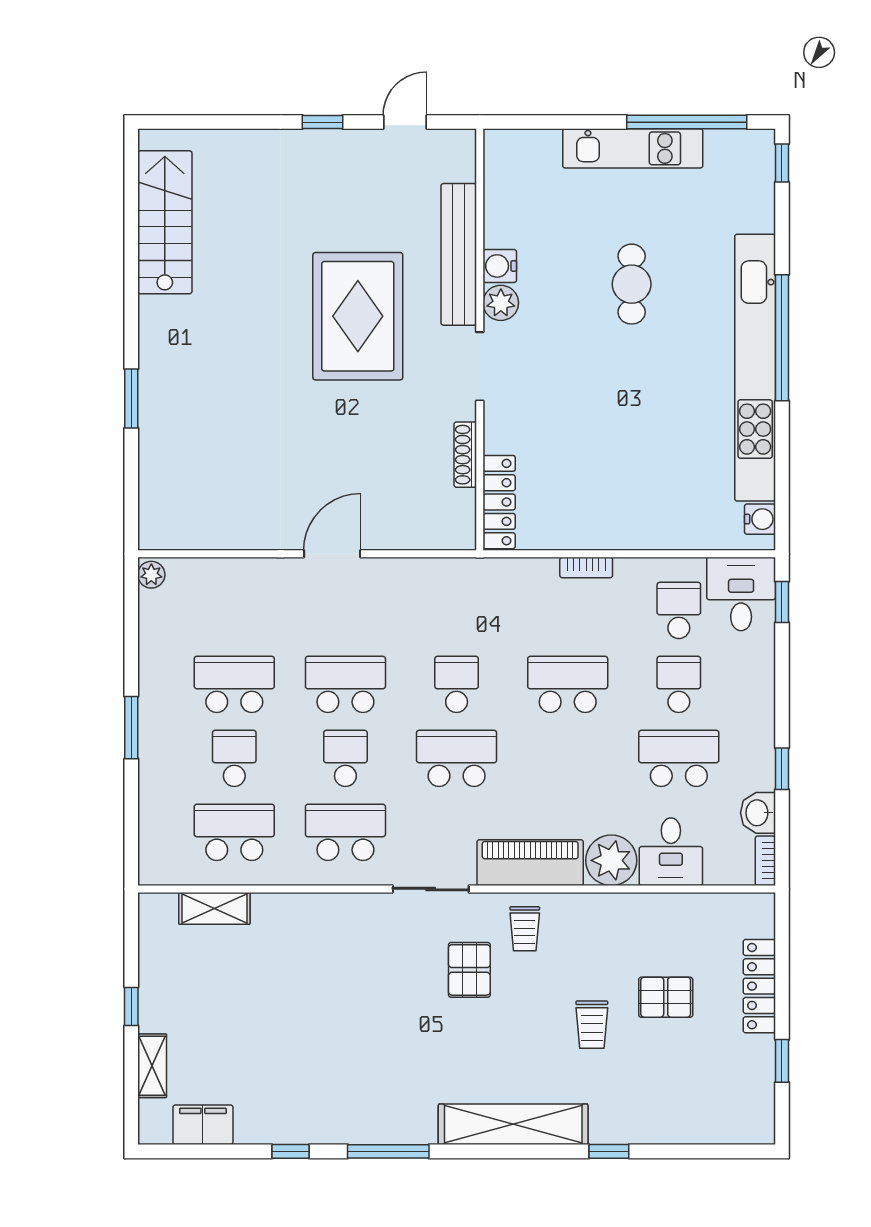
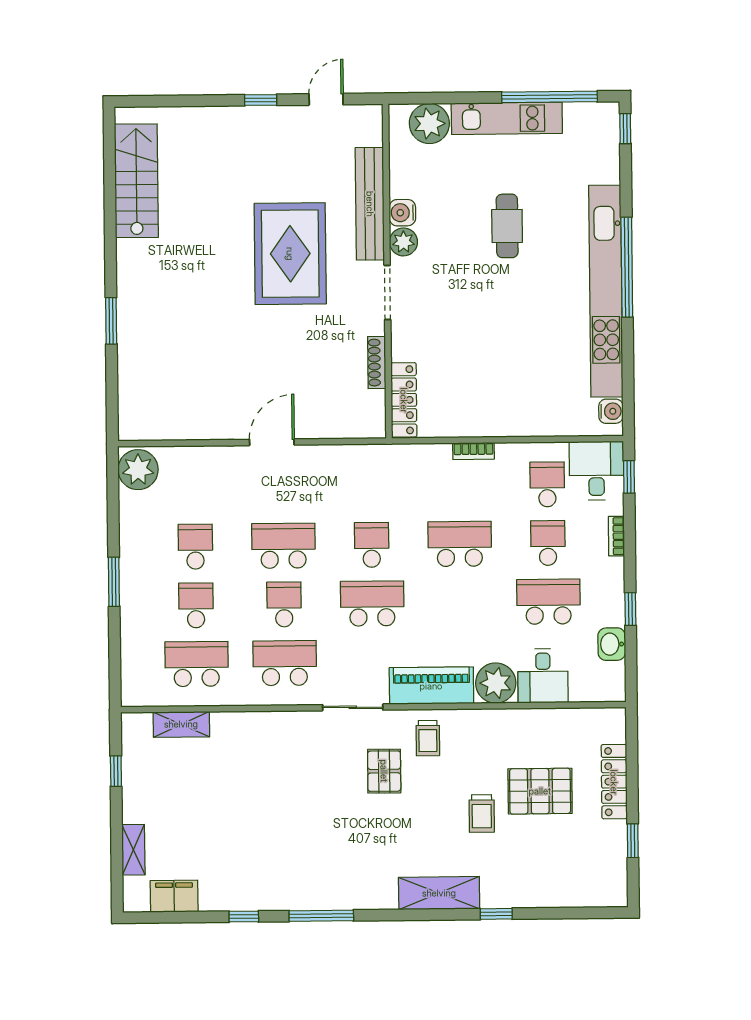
plant: (535, 154) -> (429, 124), added
plant: (151, 575) -> (138, 470), width x1.87, depth x1.87
school desk: (234, 684) -> (195, 547), width x0.54
bookcase: (765, 861) -> (616, 536), moved
pallet: (666, 997) -> (540, 791), width x1.50, depth x1.42
window: (131, 1007) -> (116, 771), moved
shelving: (513, 1124) -> (439, 893), width x0.68

